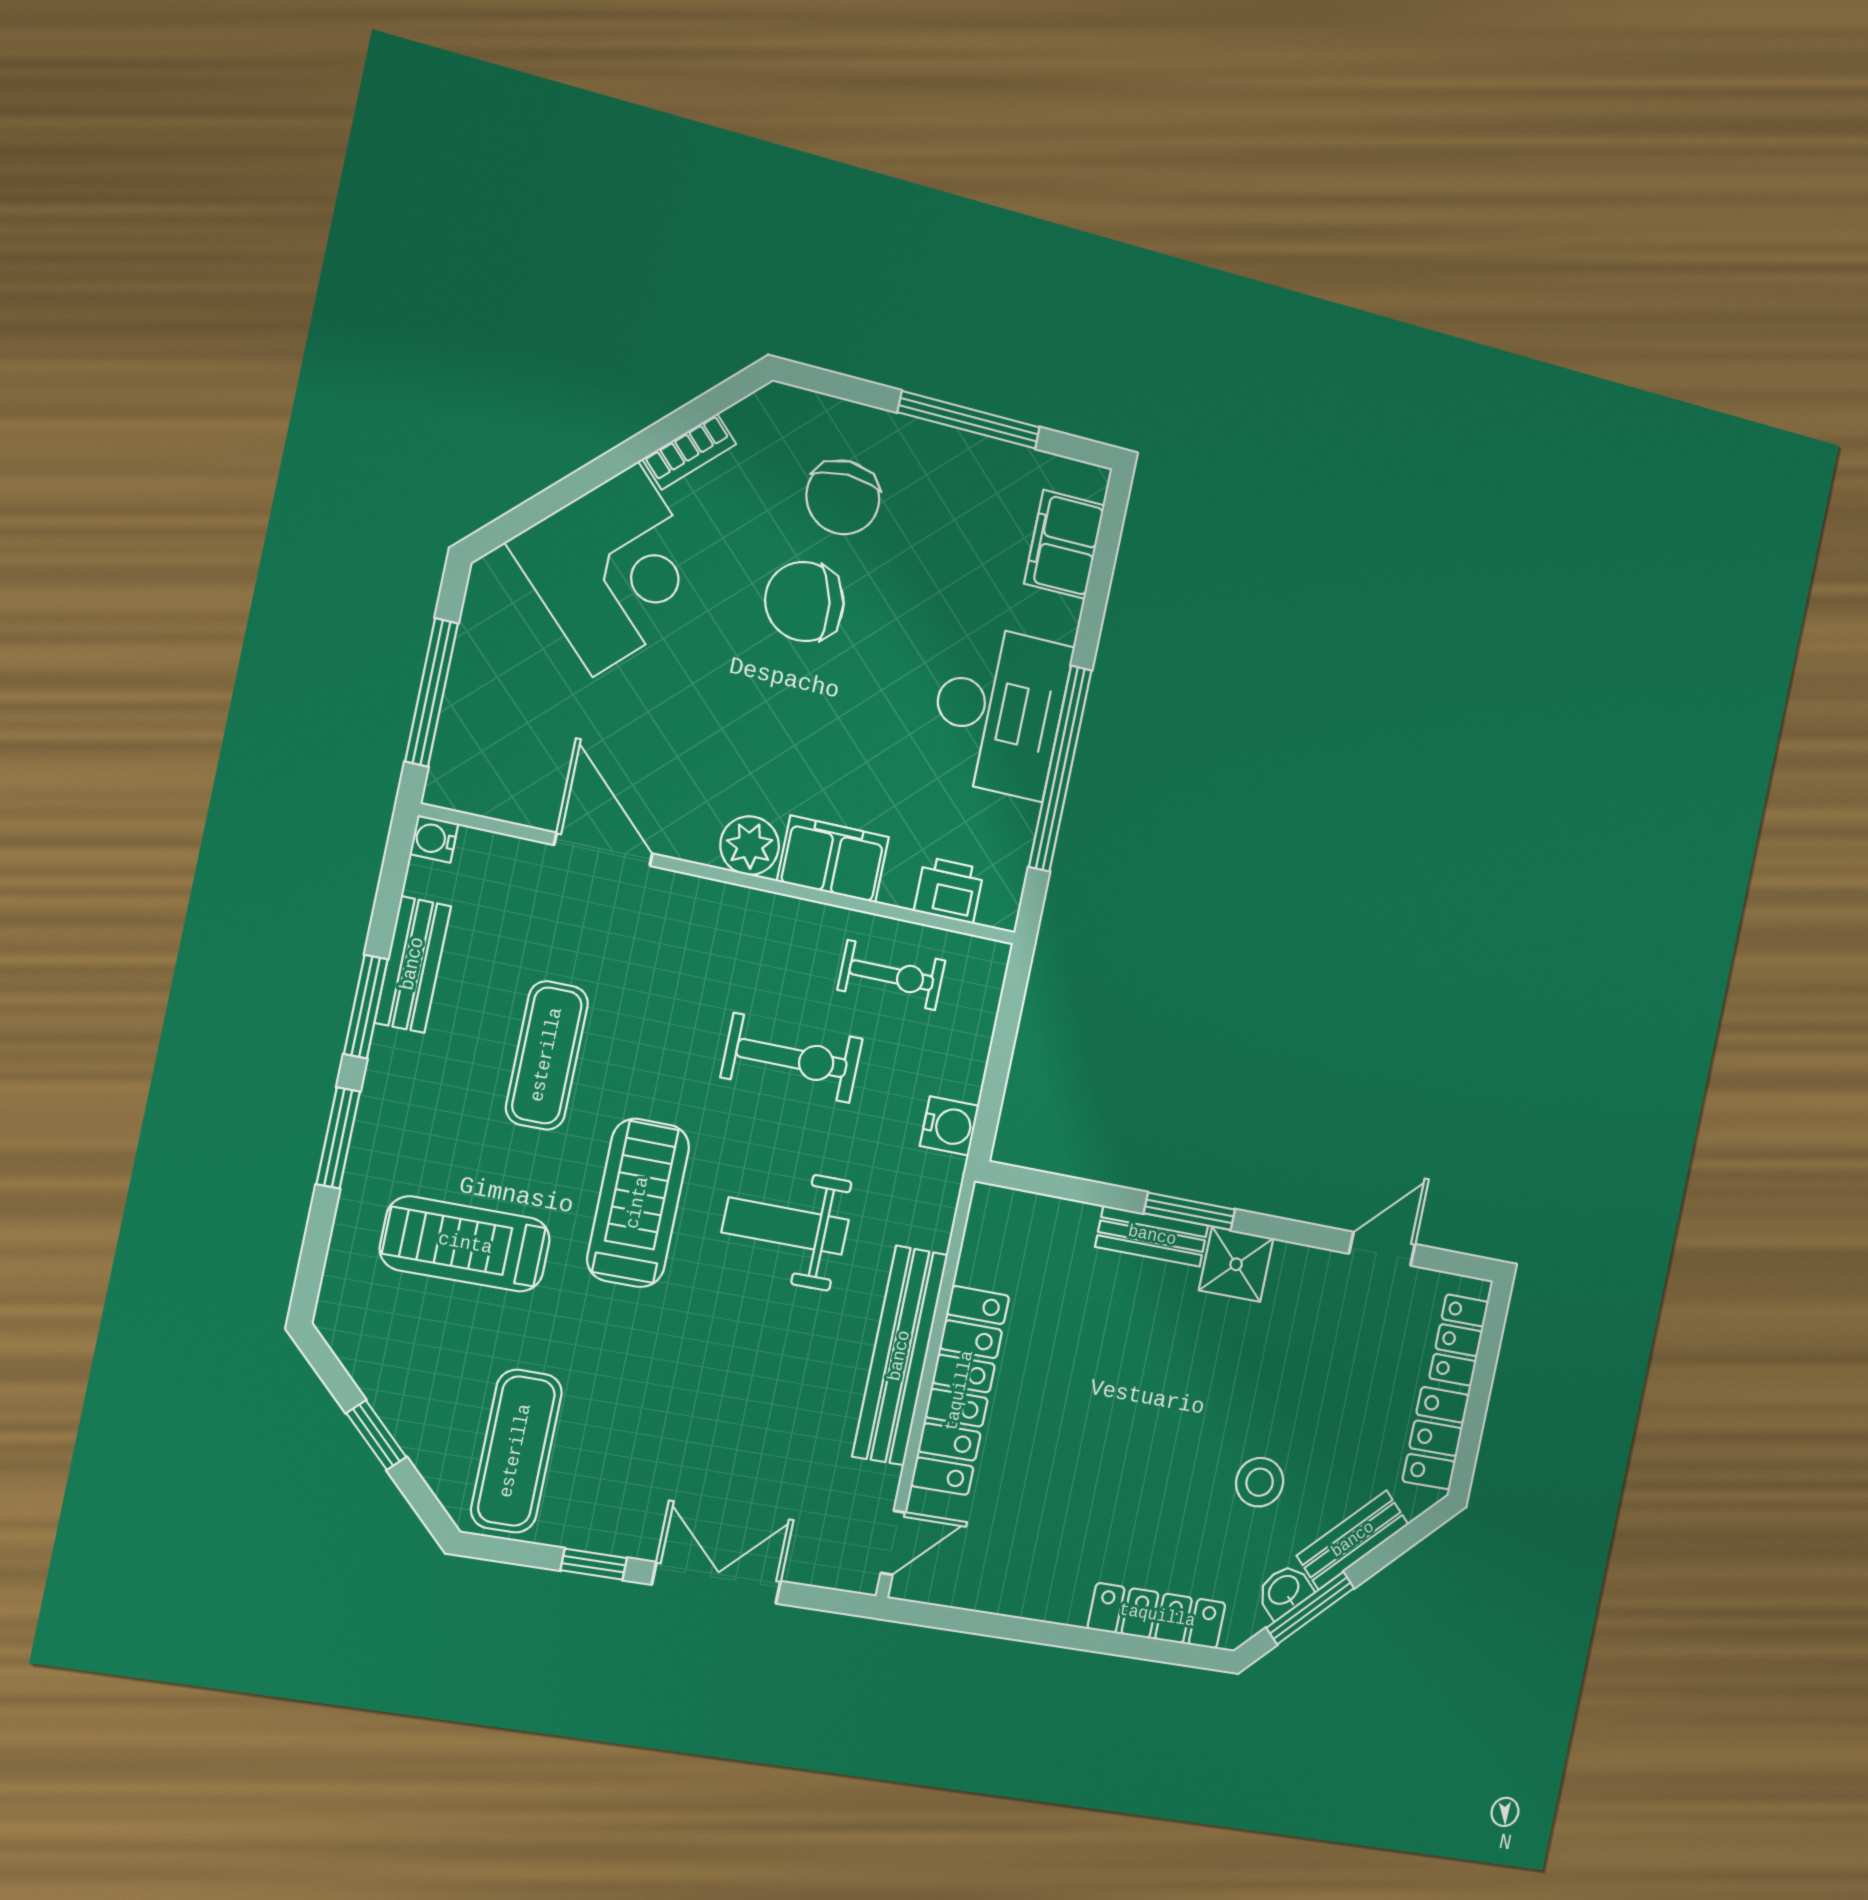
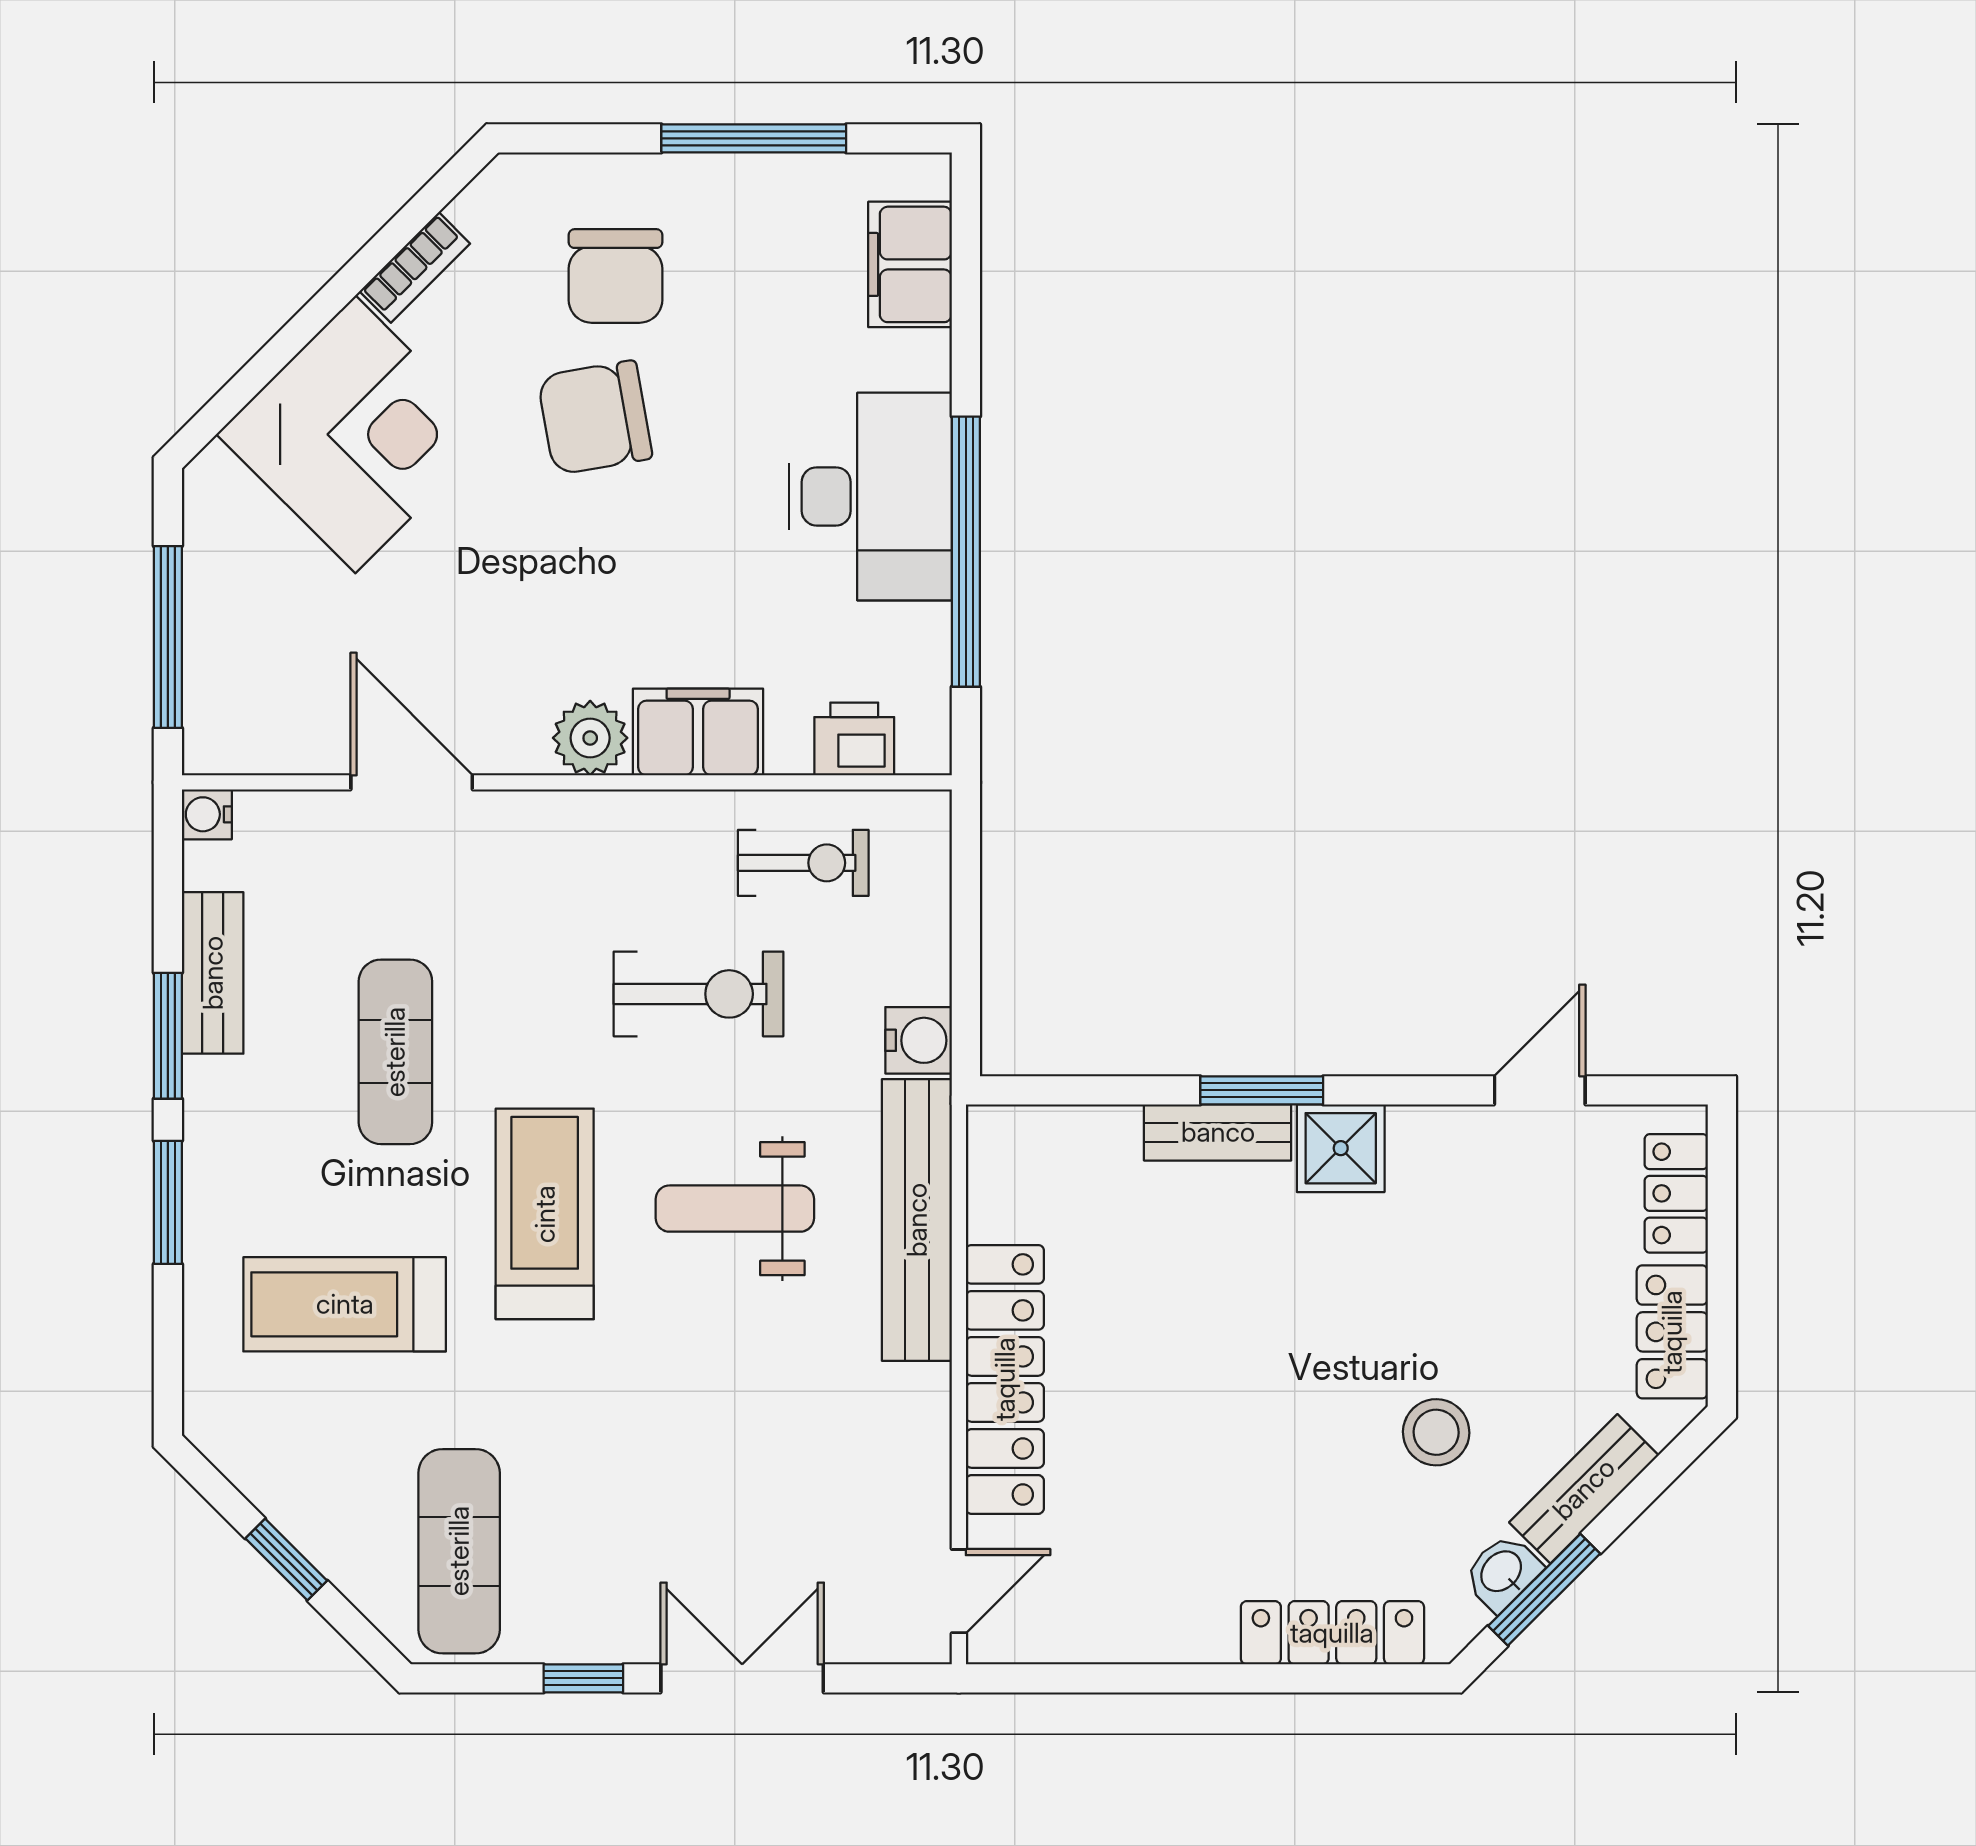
bench: (900, 1356) -> (917, 1220), moved

